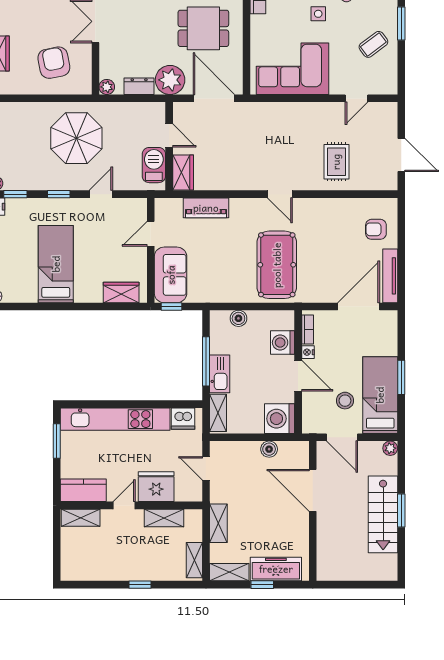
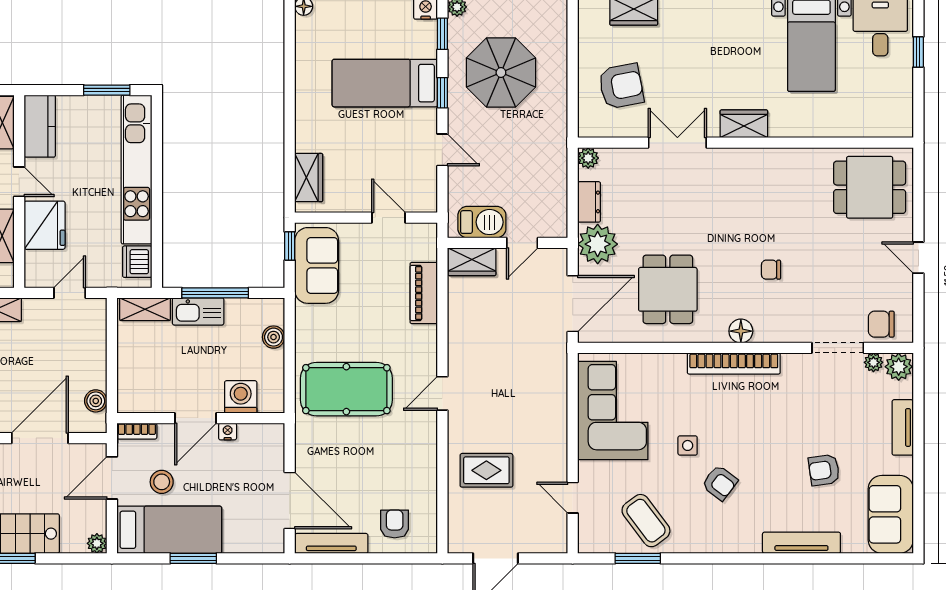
window: (401, 23) -> (638, 558), moved
coffee table: (373, 44) -> (646, 521), width x1.36, depth x1.30
parasol: (76, 138) -> (501, 73), moved
bed: (56, 264) -> (385, 83), moved, turned 180
sofa: (171, 275) -> (317, 265), moved, turned -90
bookcase: (308, 329) -> (137, 431), moved
washing machine: (279, 419) -> (137, 393), removed
boiler: (269, 449) -> (96, 401), moved

